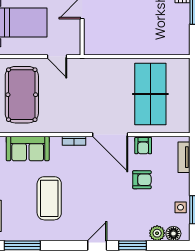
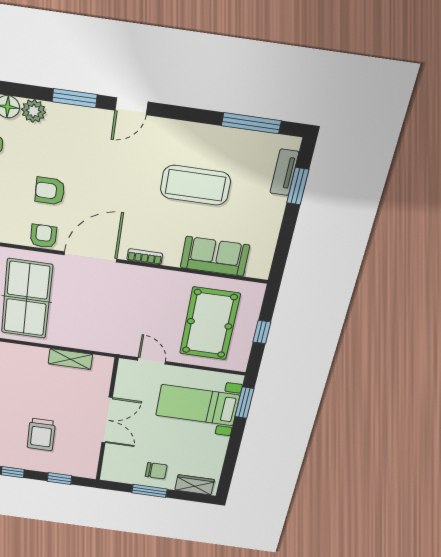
shelving: (115, 48) -> (70, 359), added
door: (110, 135) -> (90, 257), hinge flipped
coffee table: (49, 198) -> (195, 185), turned 90

